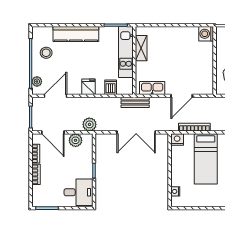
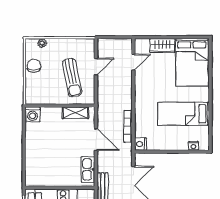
shelving: (141, 48) -> (76, 113), moved
bed: (206, 159) -> (184, 114), moved, turned 180

